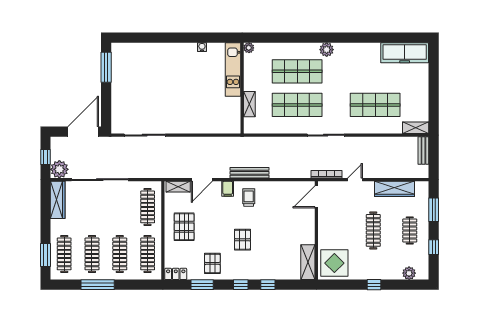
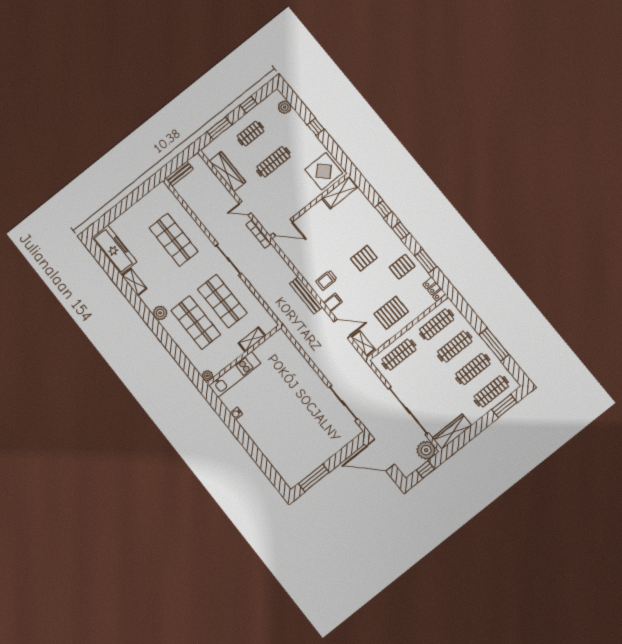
shelving: (416, 128) -> (134, 282), moved

